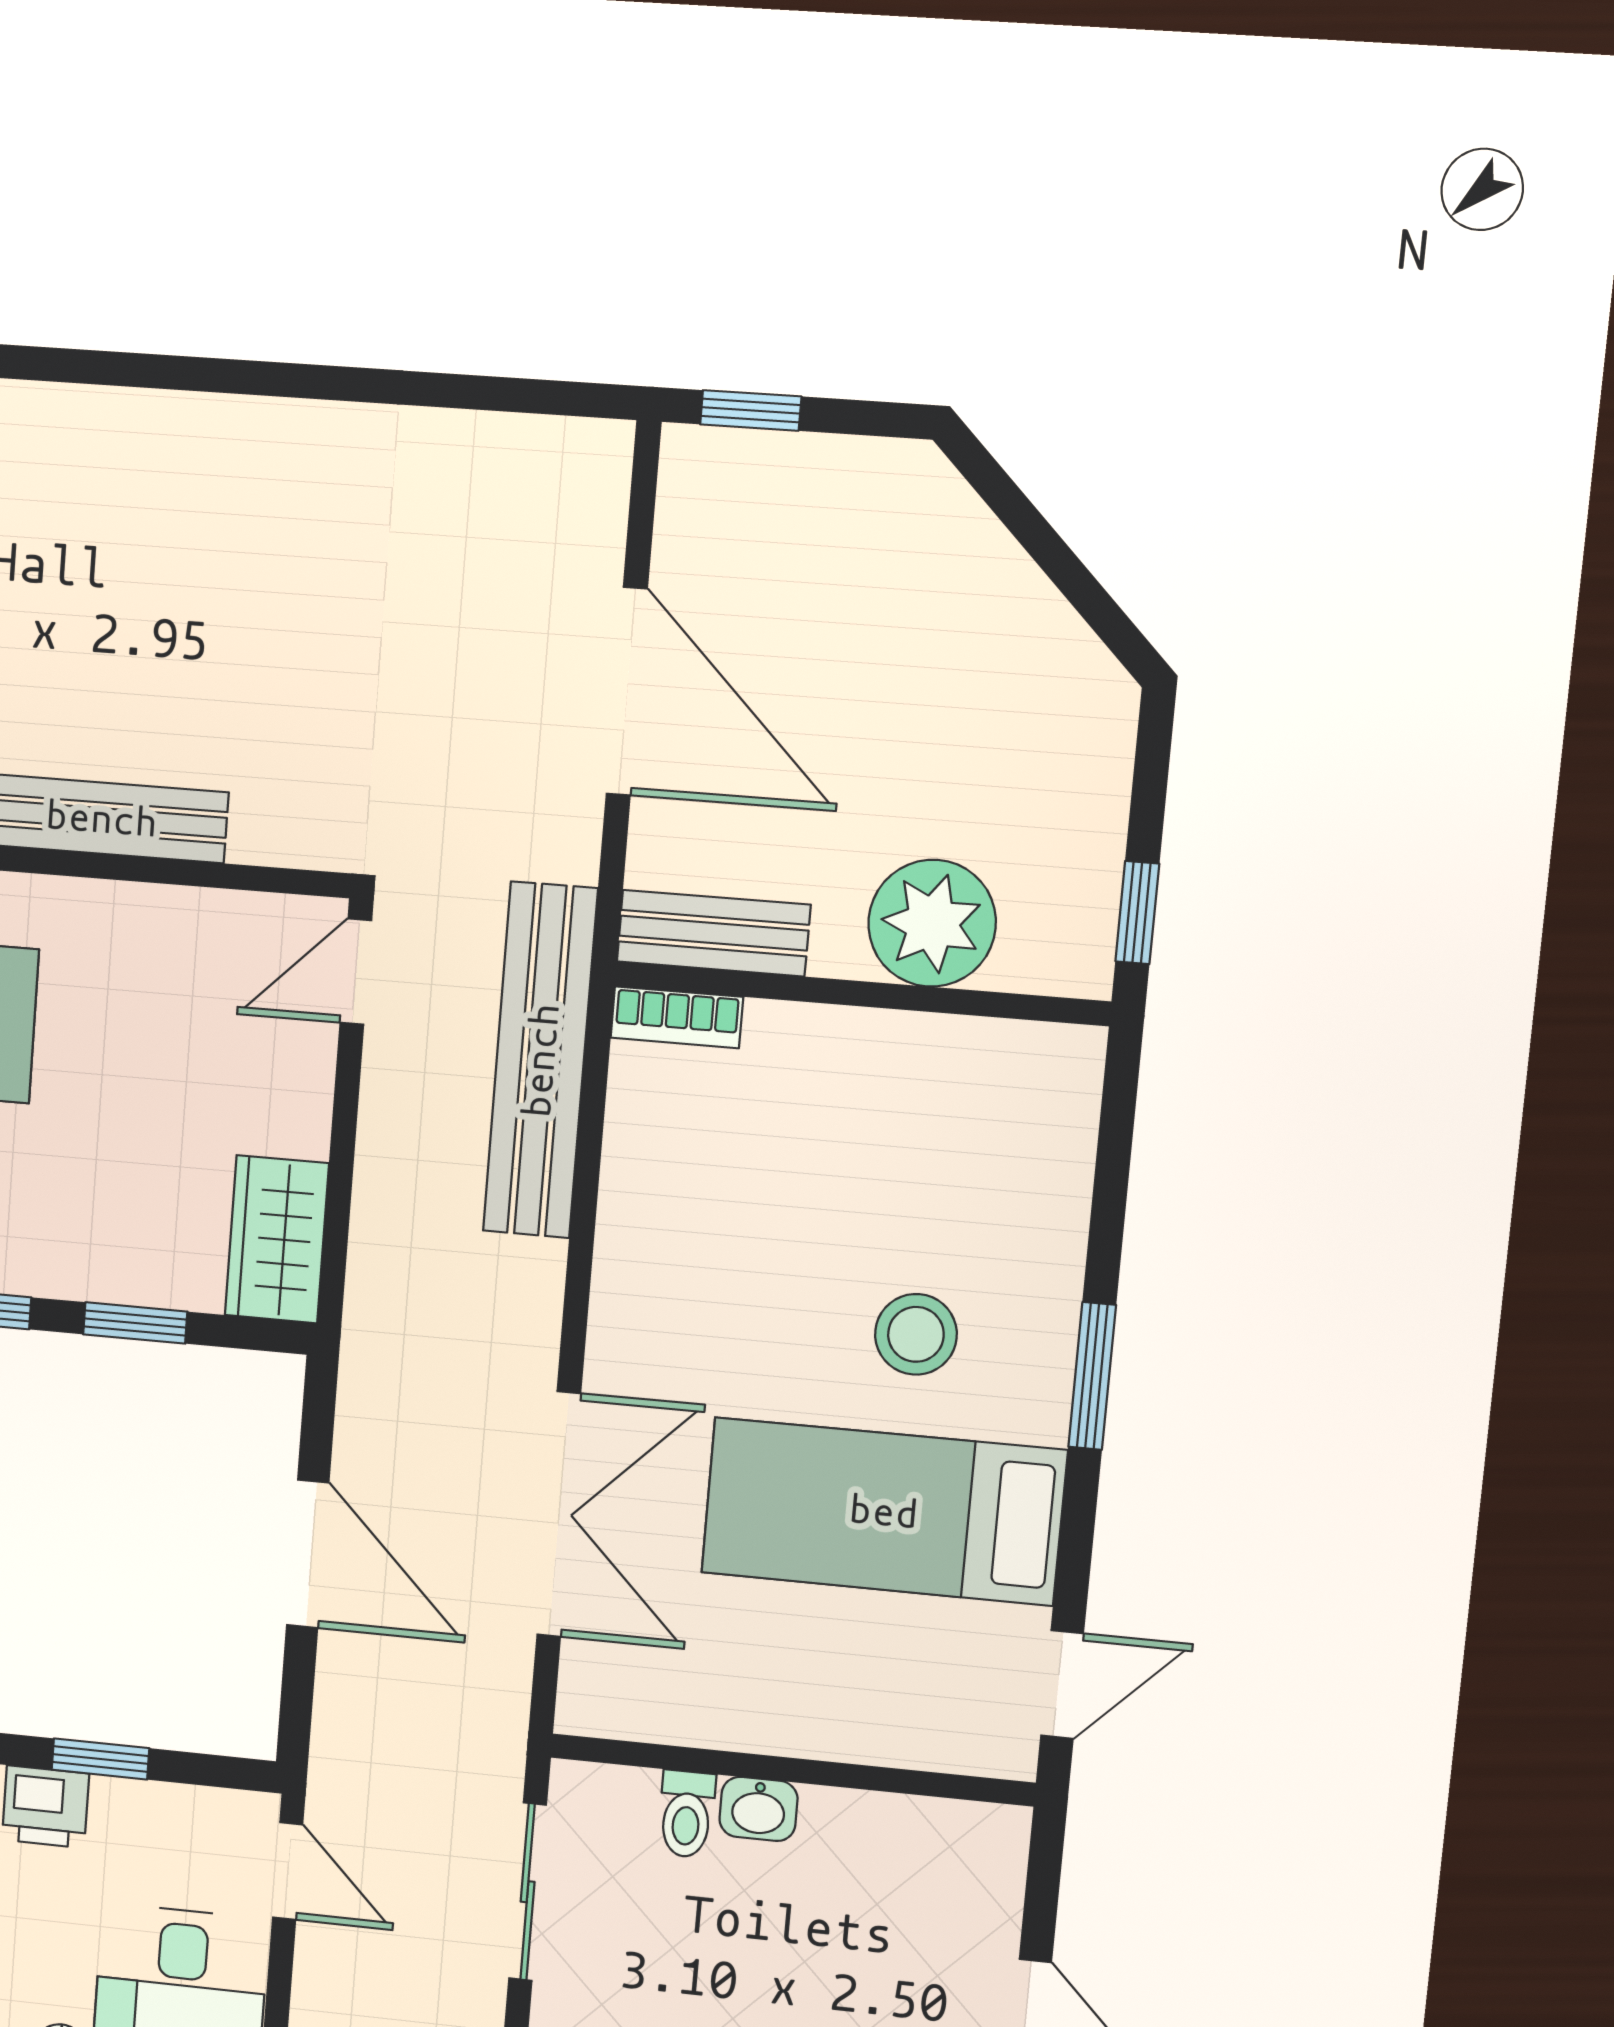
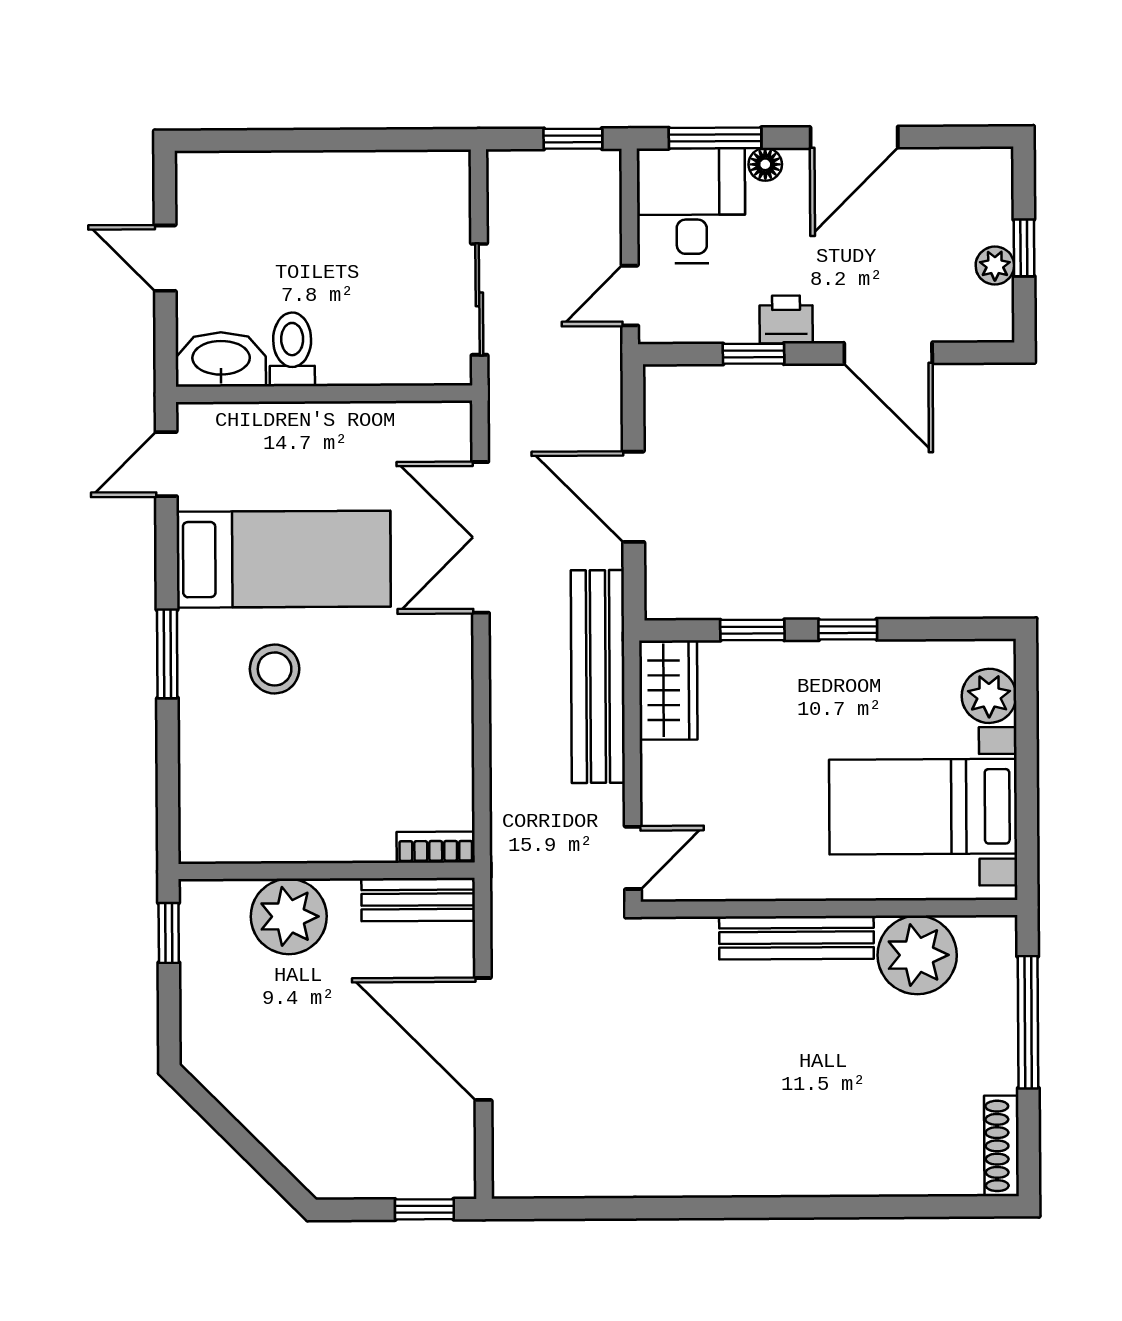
bench: (540, 1060) -> (598, 676), moved
washbasin: (758, 1809) -> (221, 359), moved, width x1.91, depth x1.45
toilet: (687, 1814) -> (292, 349), moved, width x1.37, depth x1.39
door: (288, 1871) -> (630, 296), hinge flipped

